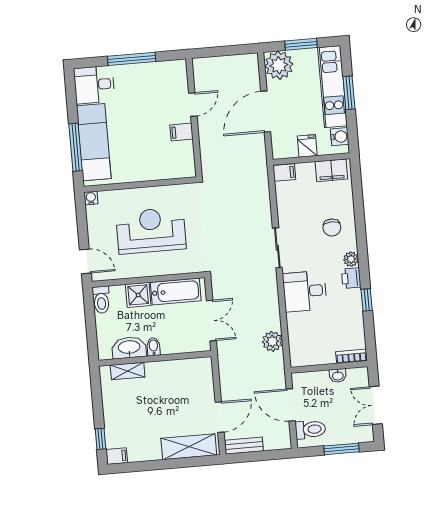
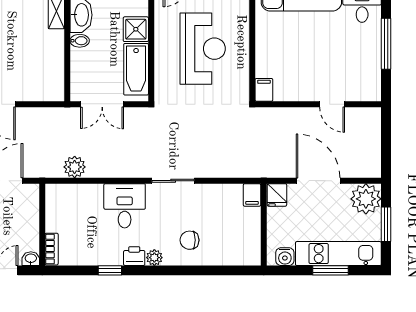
filing cabinet: (182, 132) -> (264, 90), moved
fridge: (307, 146) -> (277, 195), moved, turned 90
filing cabinet: (331, 170) -> (250, 245), removed
washbasin: (338, 376) -> (31, 259), moved, turned 90

